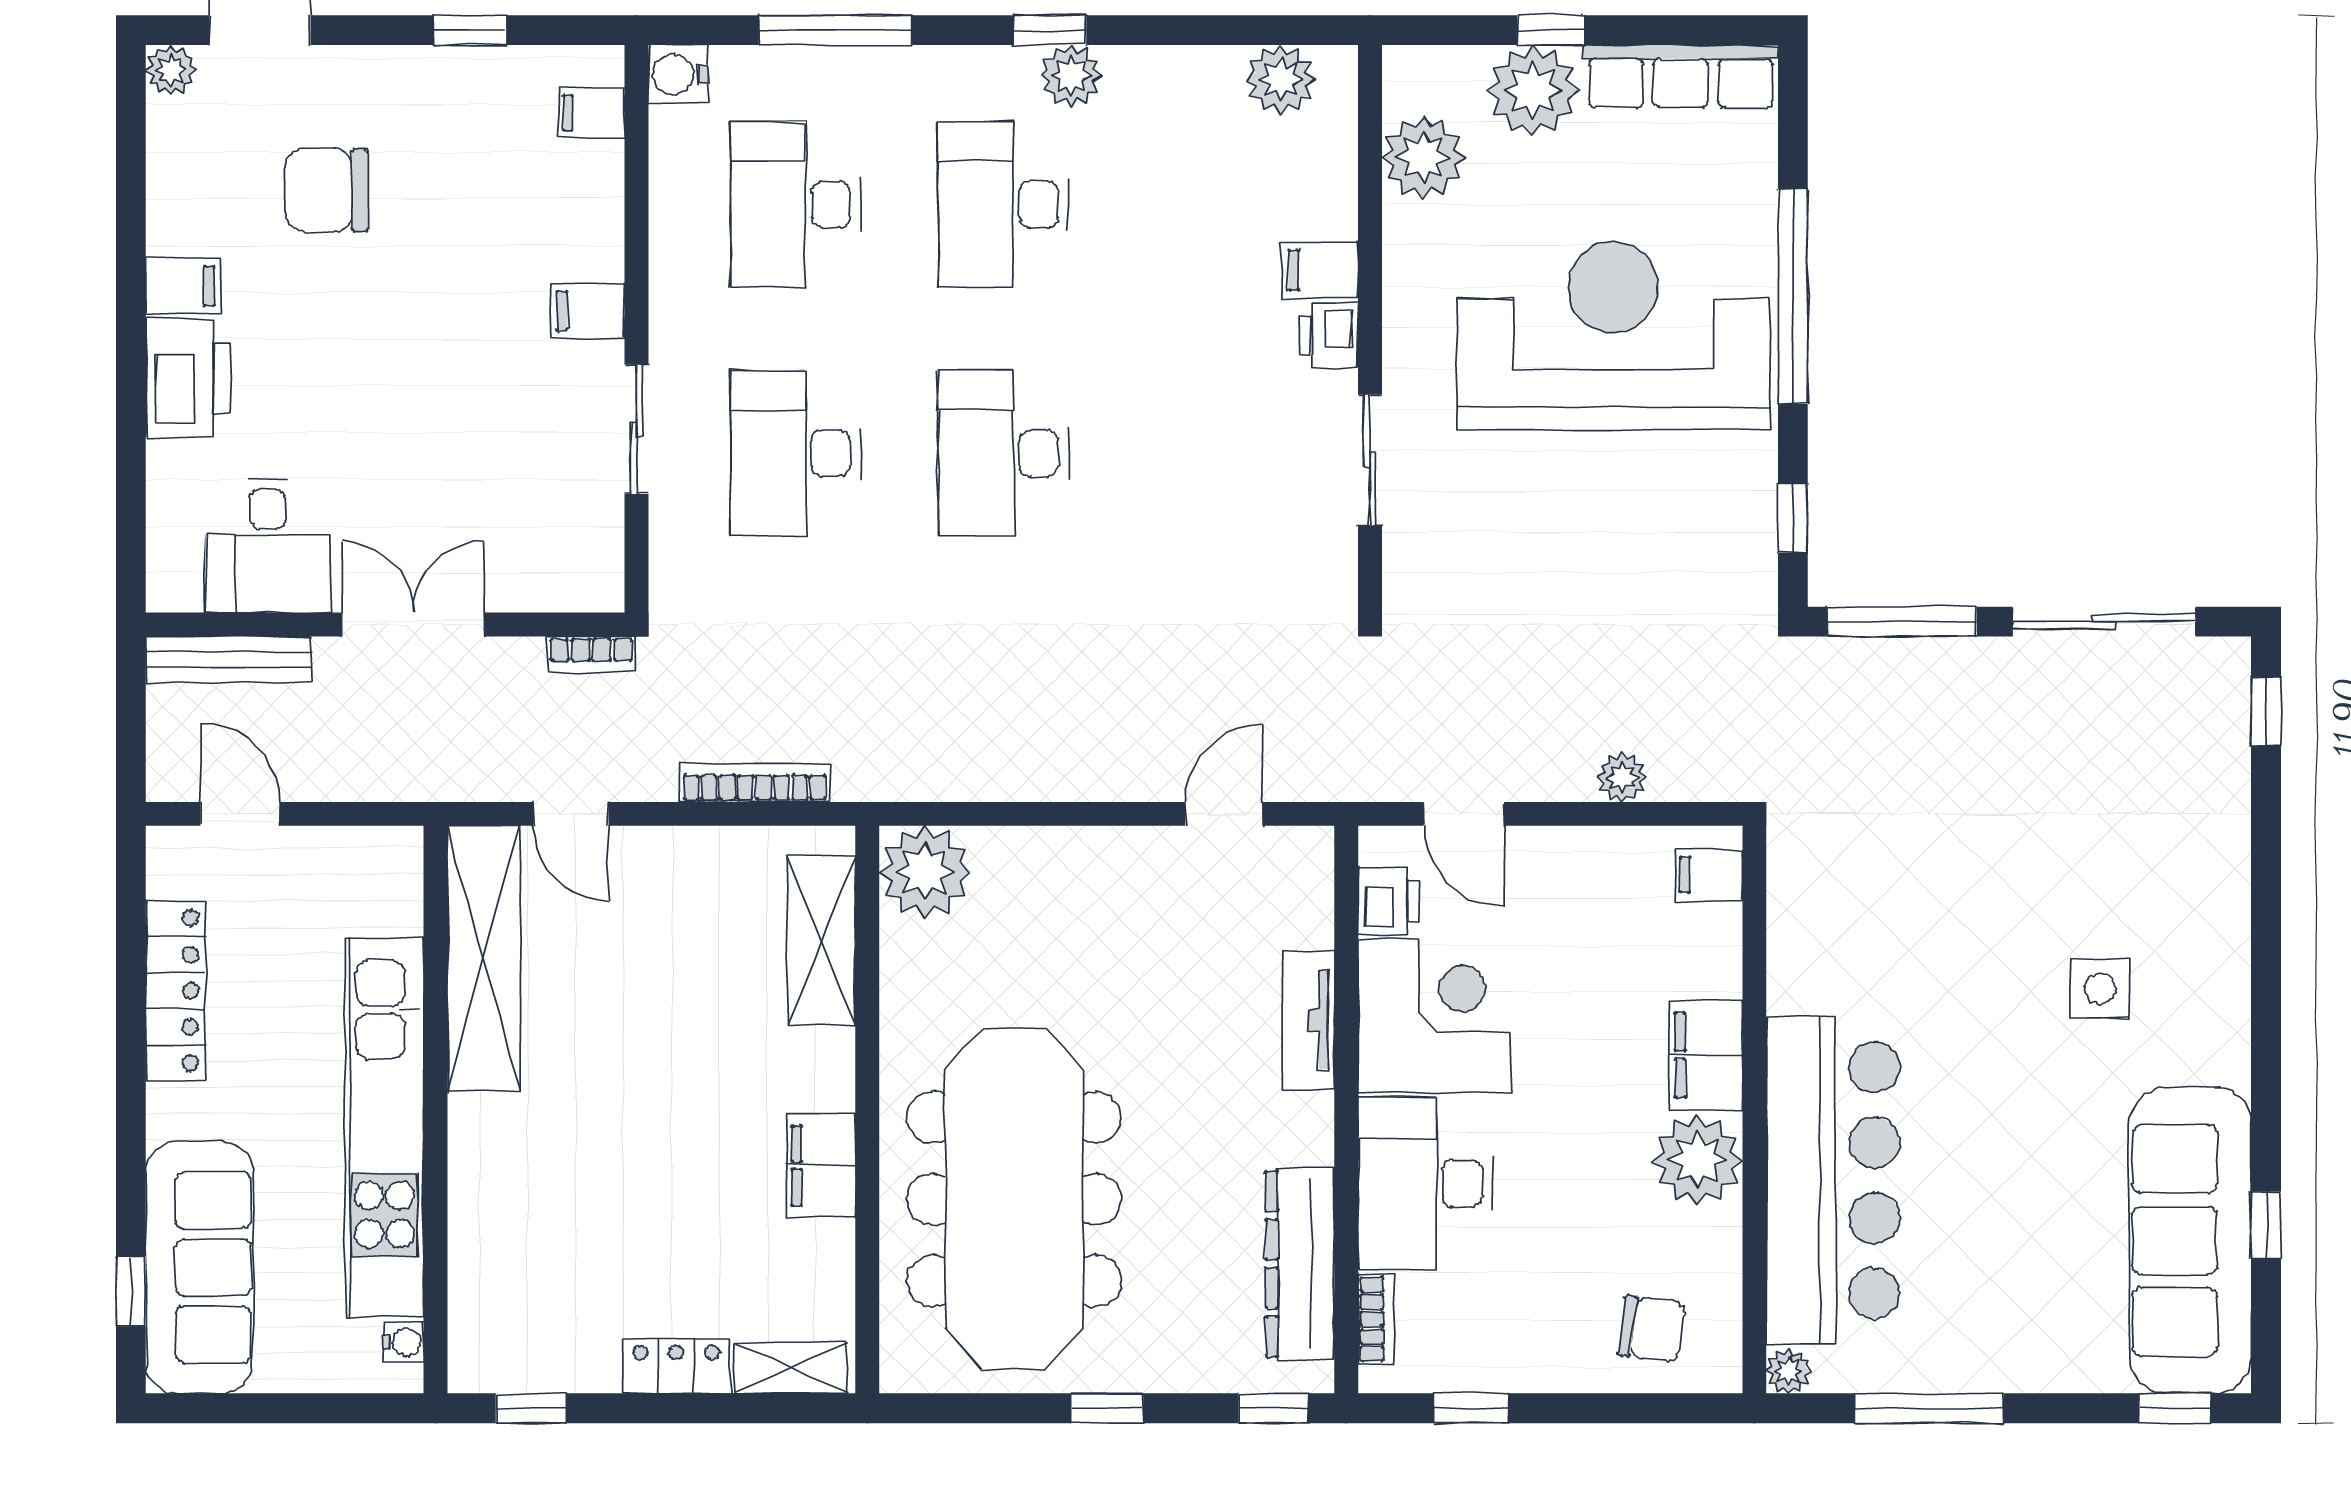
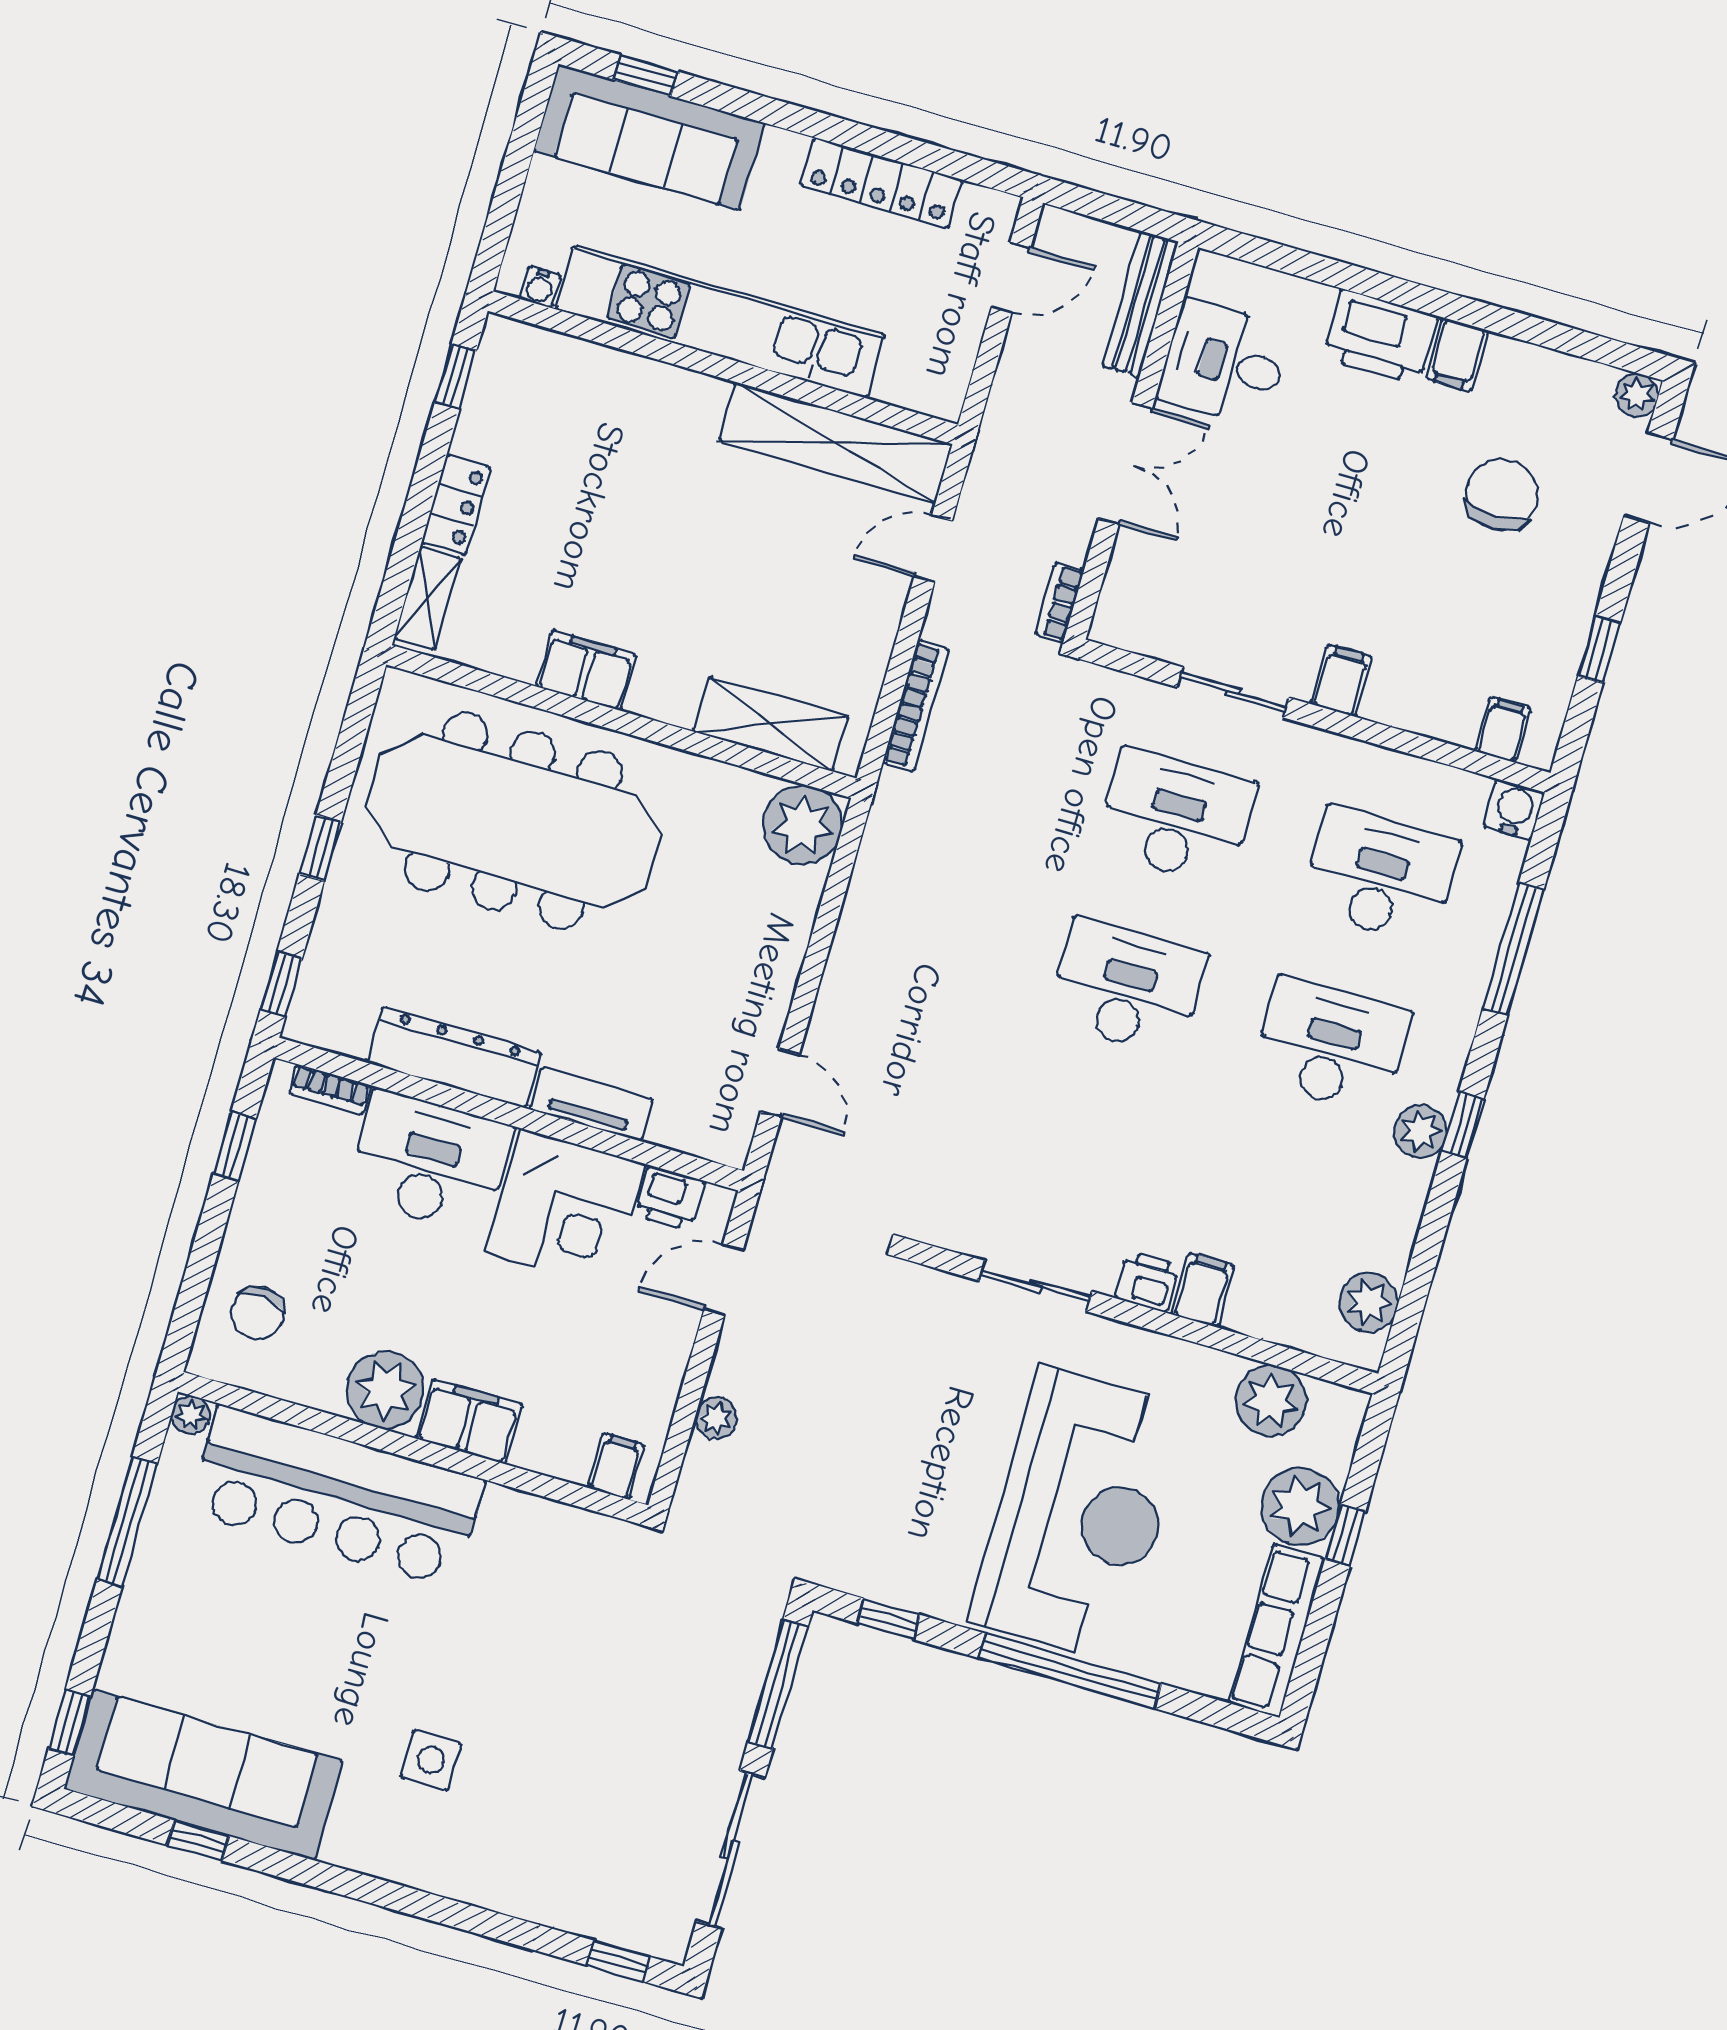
dresser: (1300, 1264) -> (454, 1057), moved

